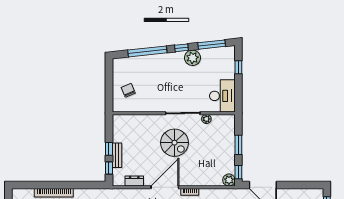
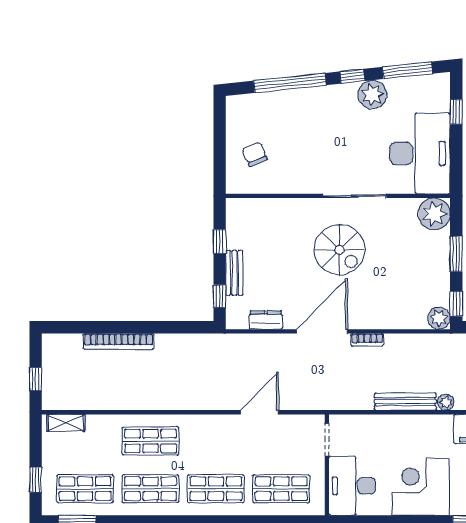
desk: (222, 96) -> (420, 153), width x1.36, depth x1.30
plant: (206, 119) -> (434, 214), moved, width x1.88, depth x1.88
window: (109, 149) -> (220, 242), moved

